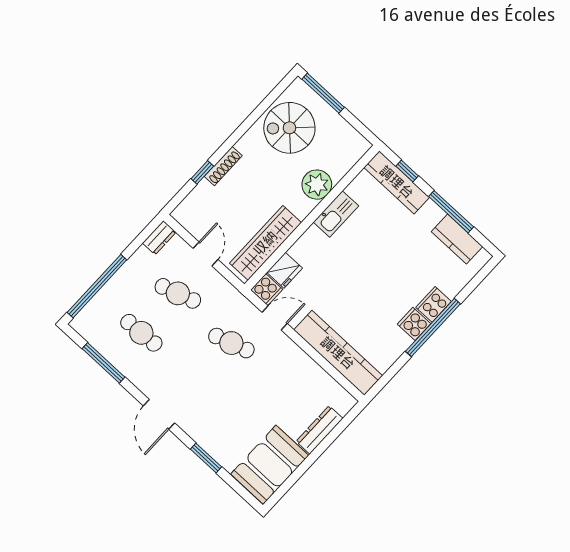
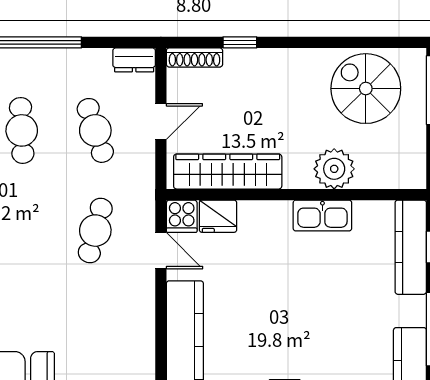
shoe rack: (223, 166) -> (194, 57), moved
cafe table: (231, 343) -> (95, 231), turned 33

